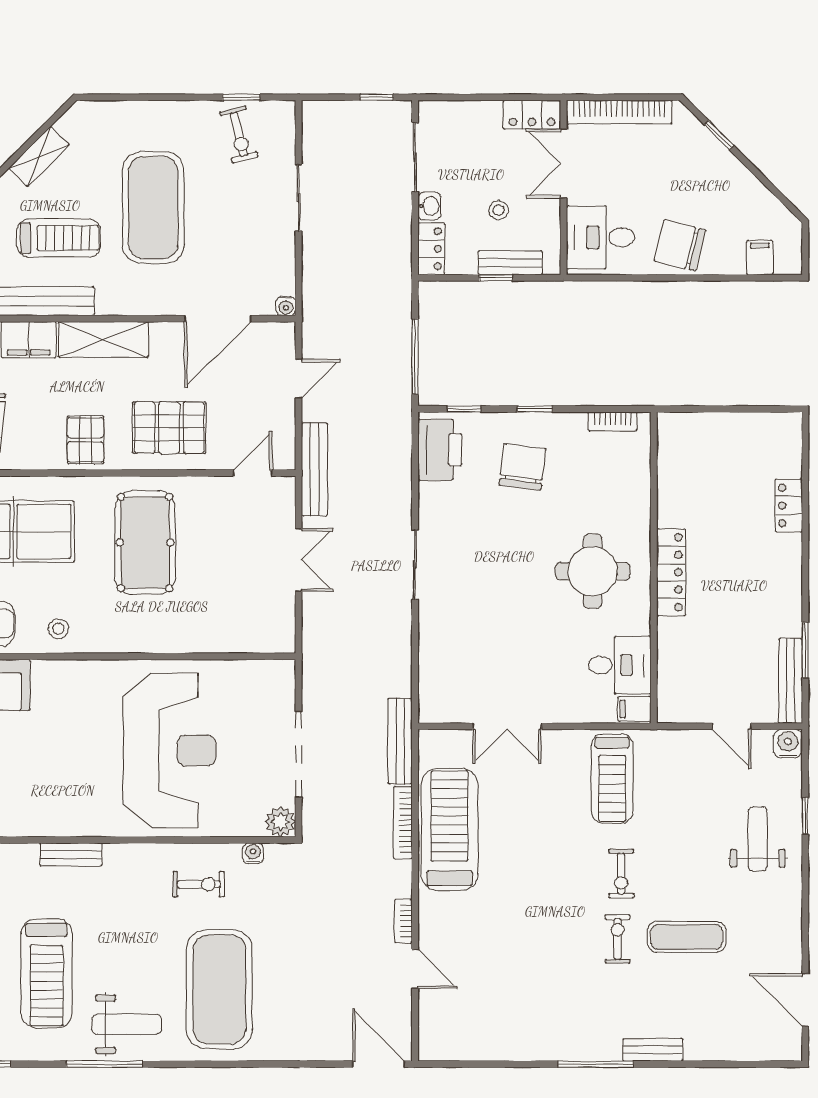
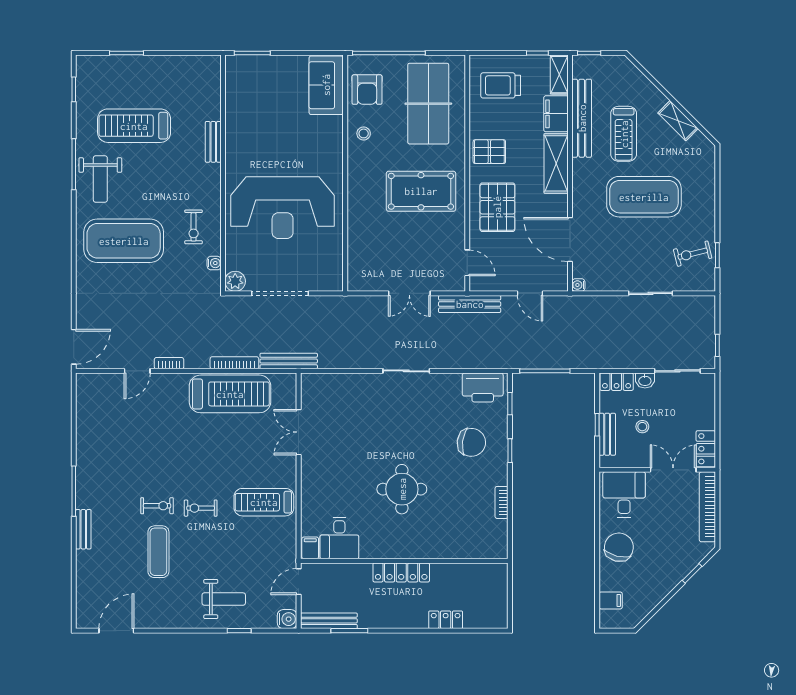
wall: (654, 568) -> (404, 561), moved
locker: (671, 572) -> (401, 572), moved
desk: (620, 665) -> (339, 538), moved
filing cabinet: (634, 709) -> (310, 548), moved

